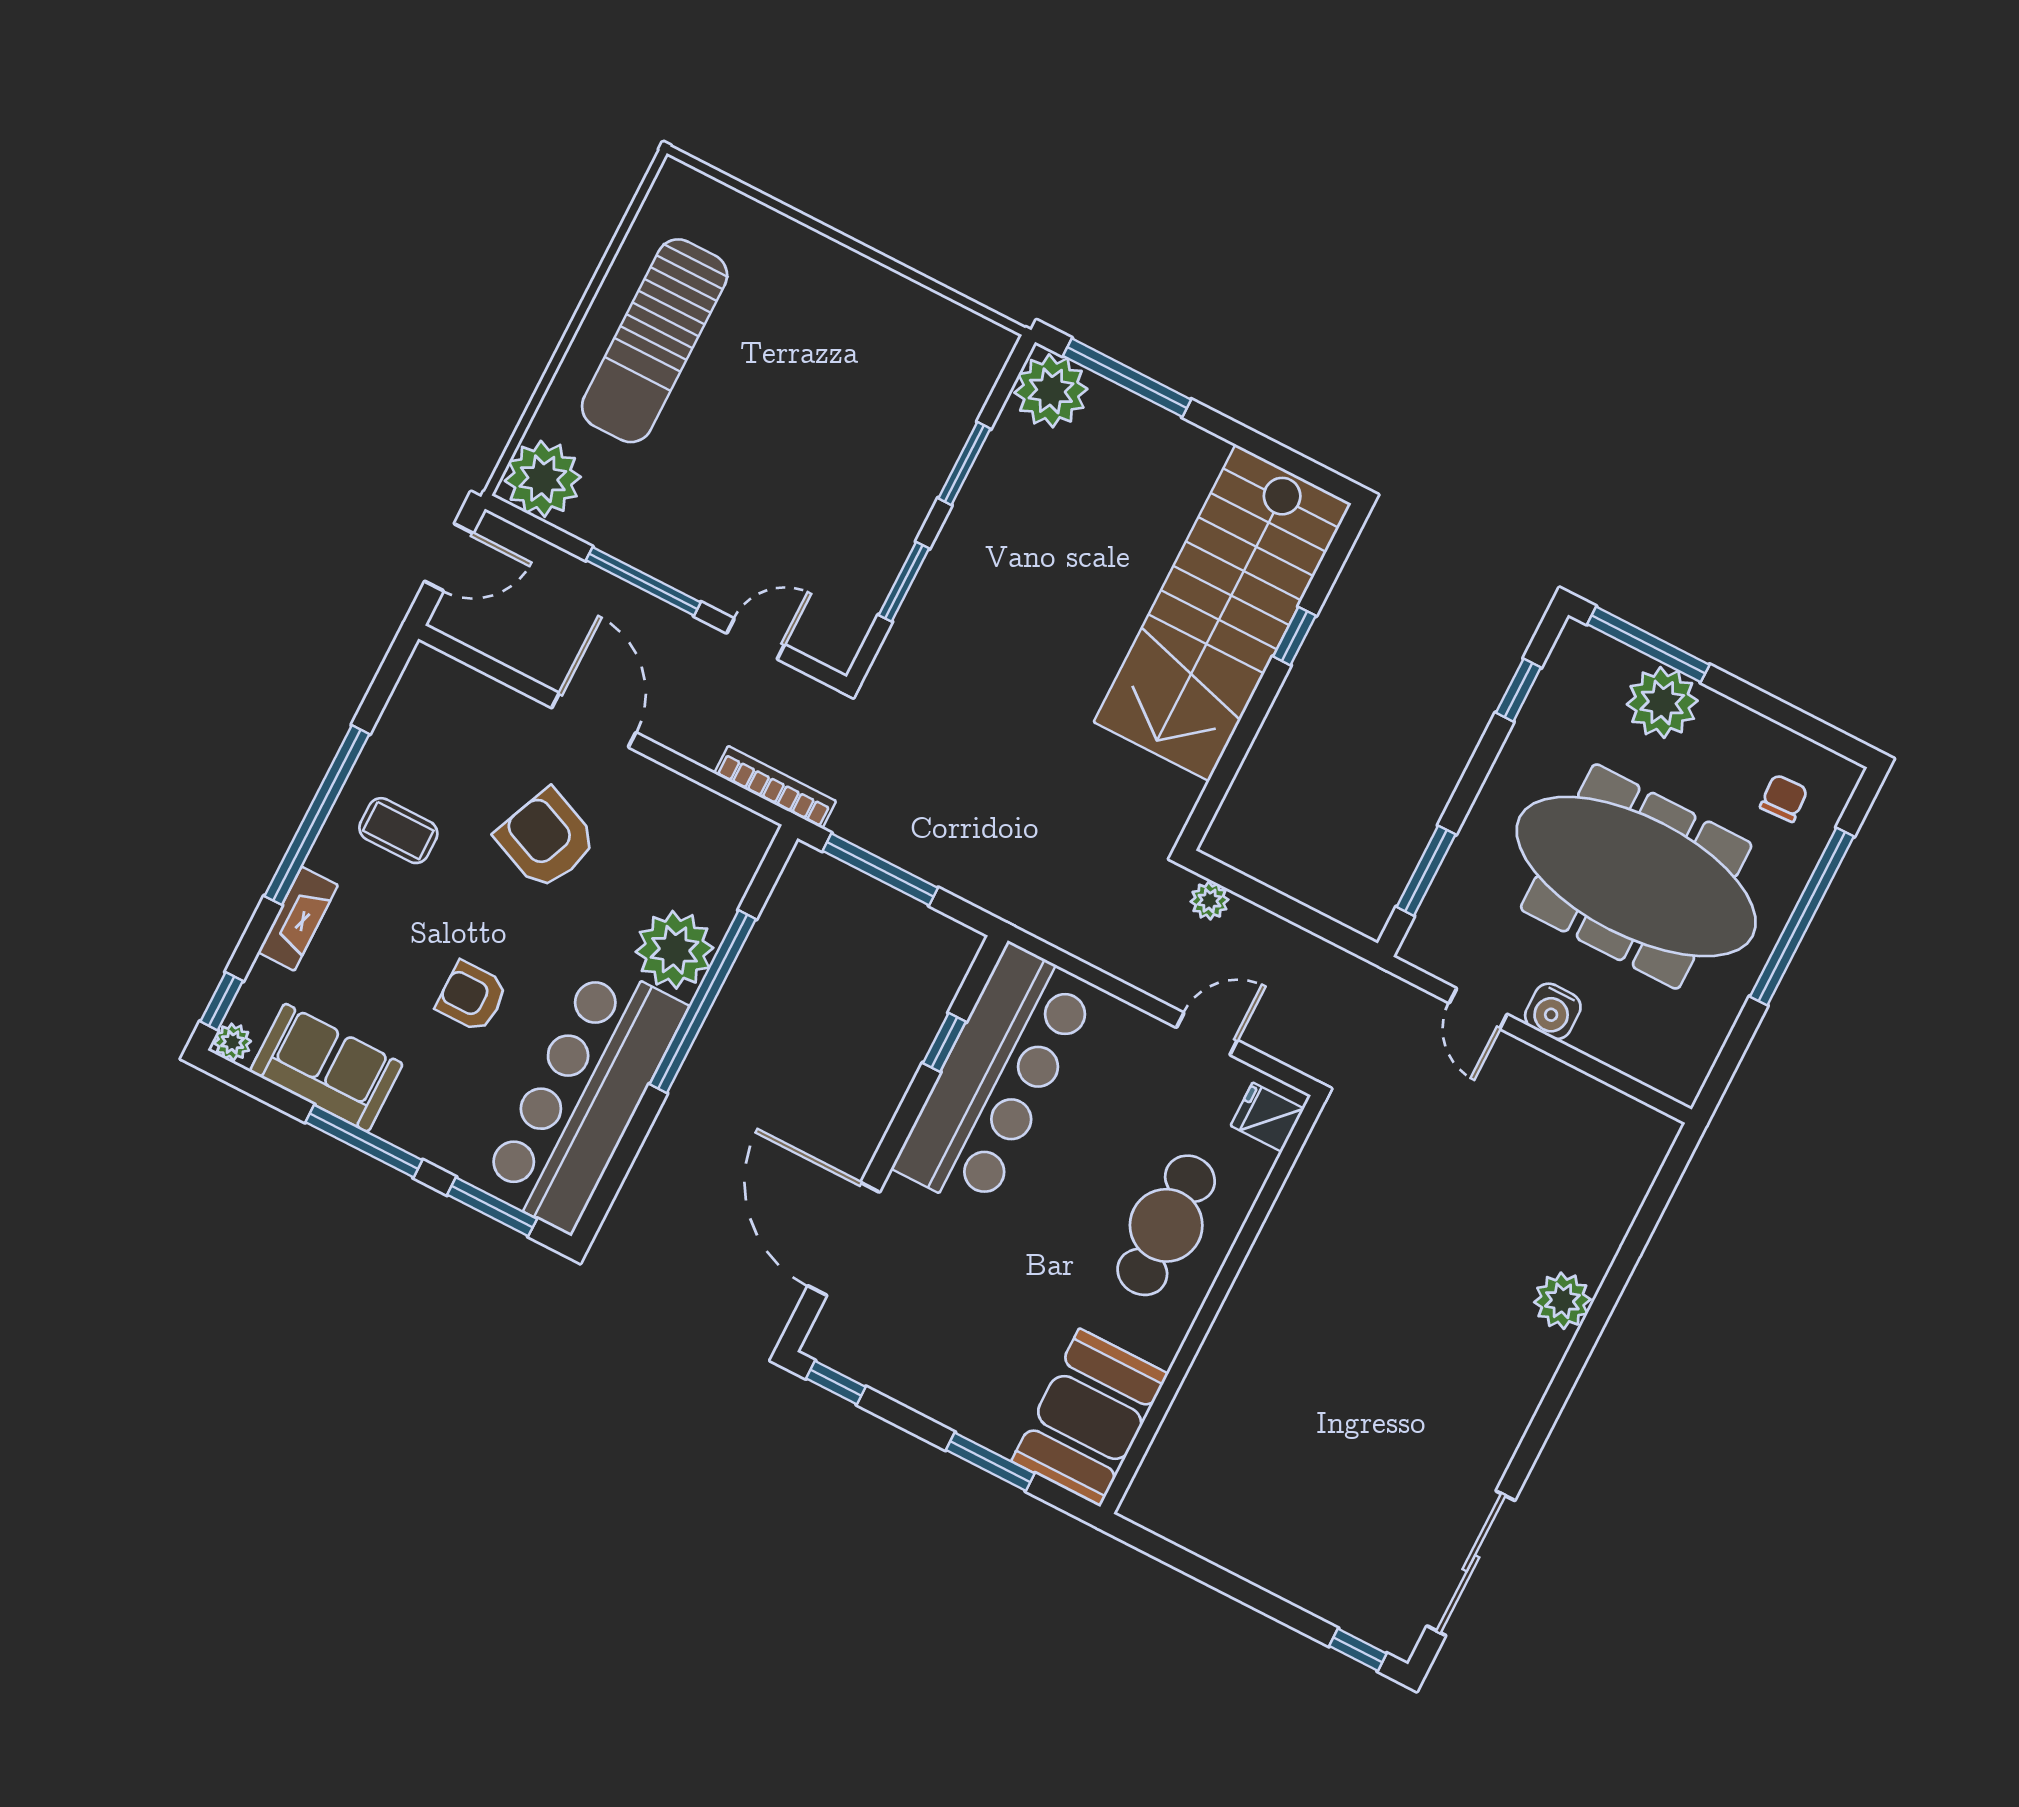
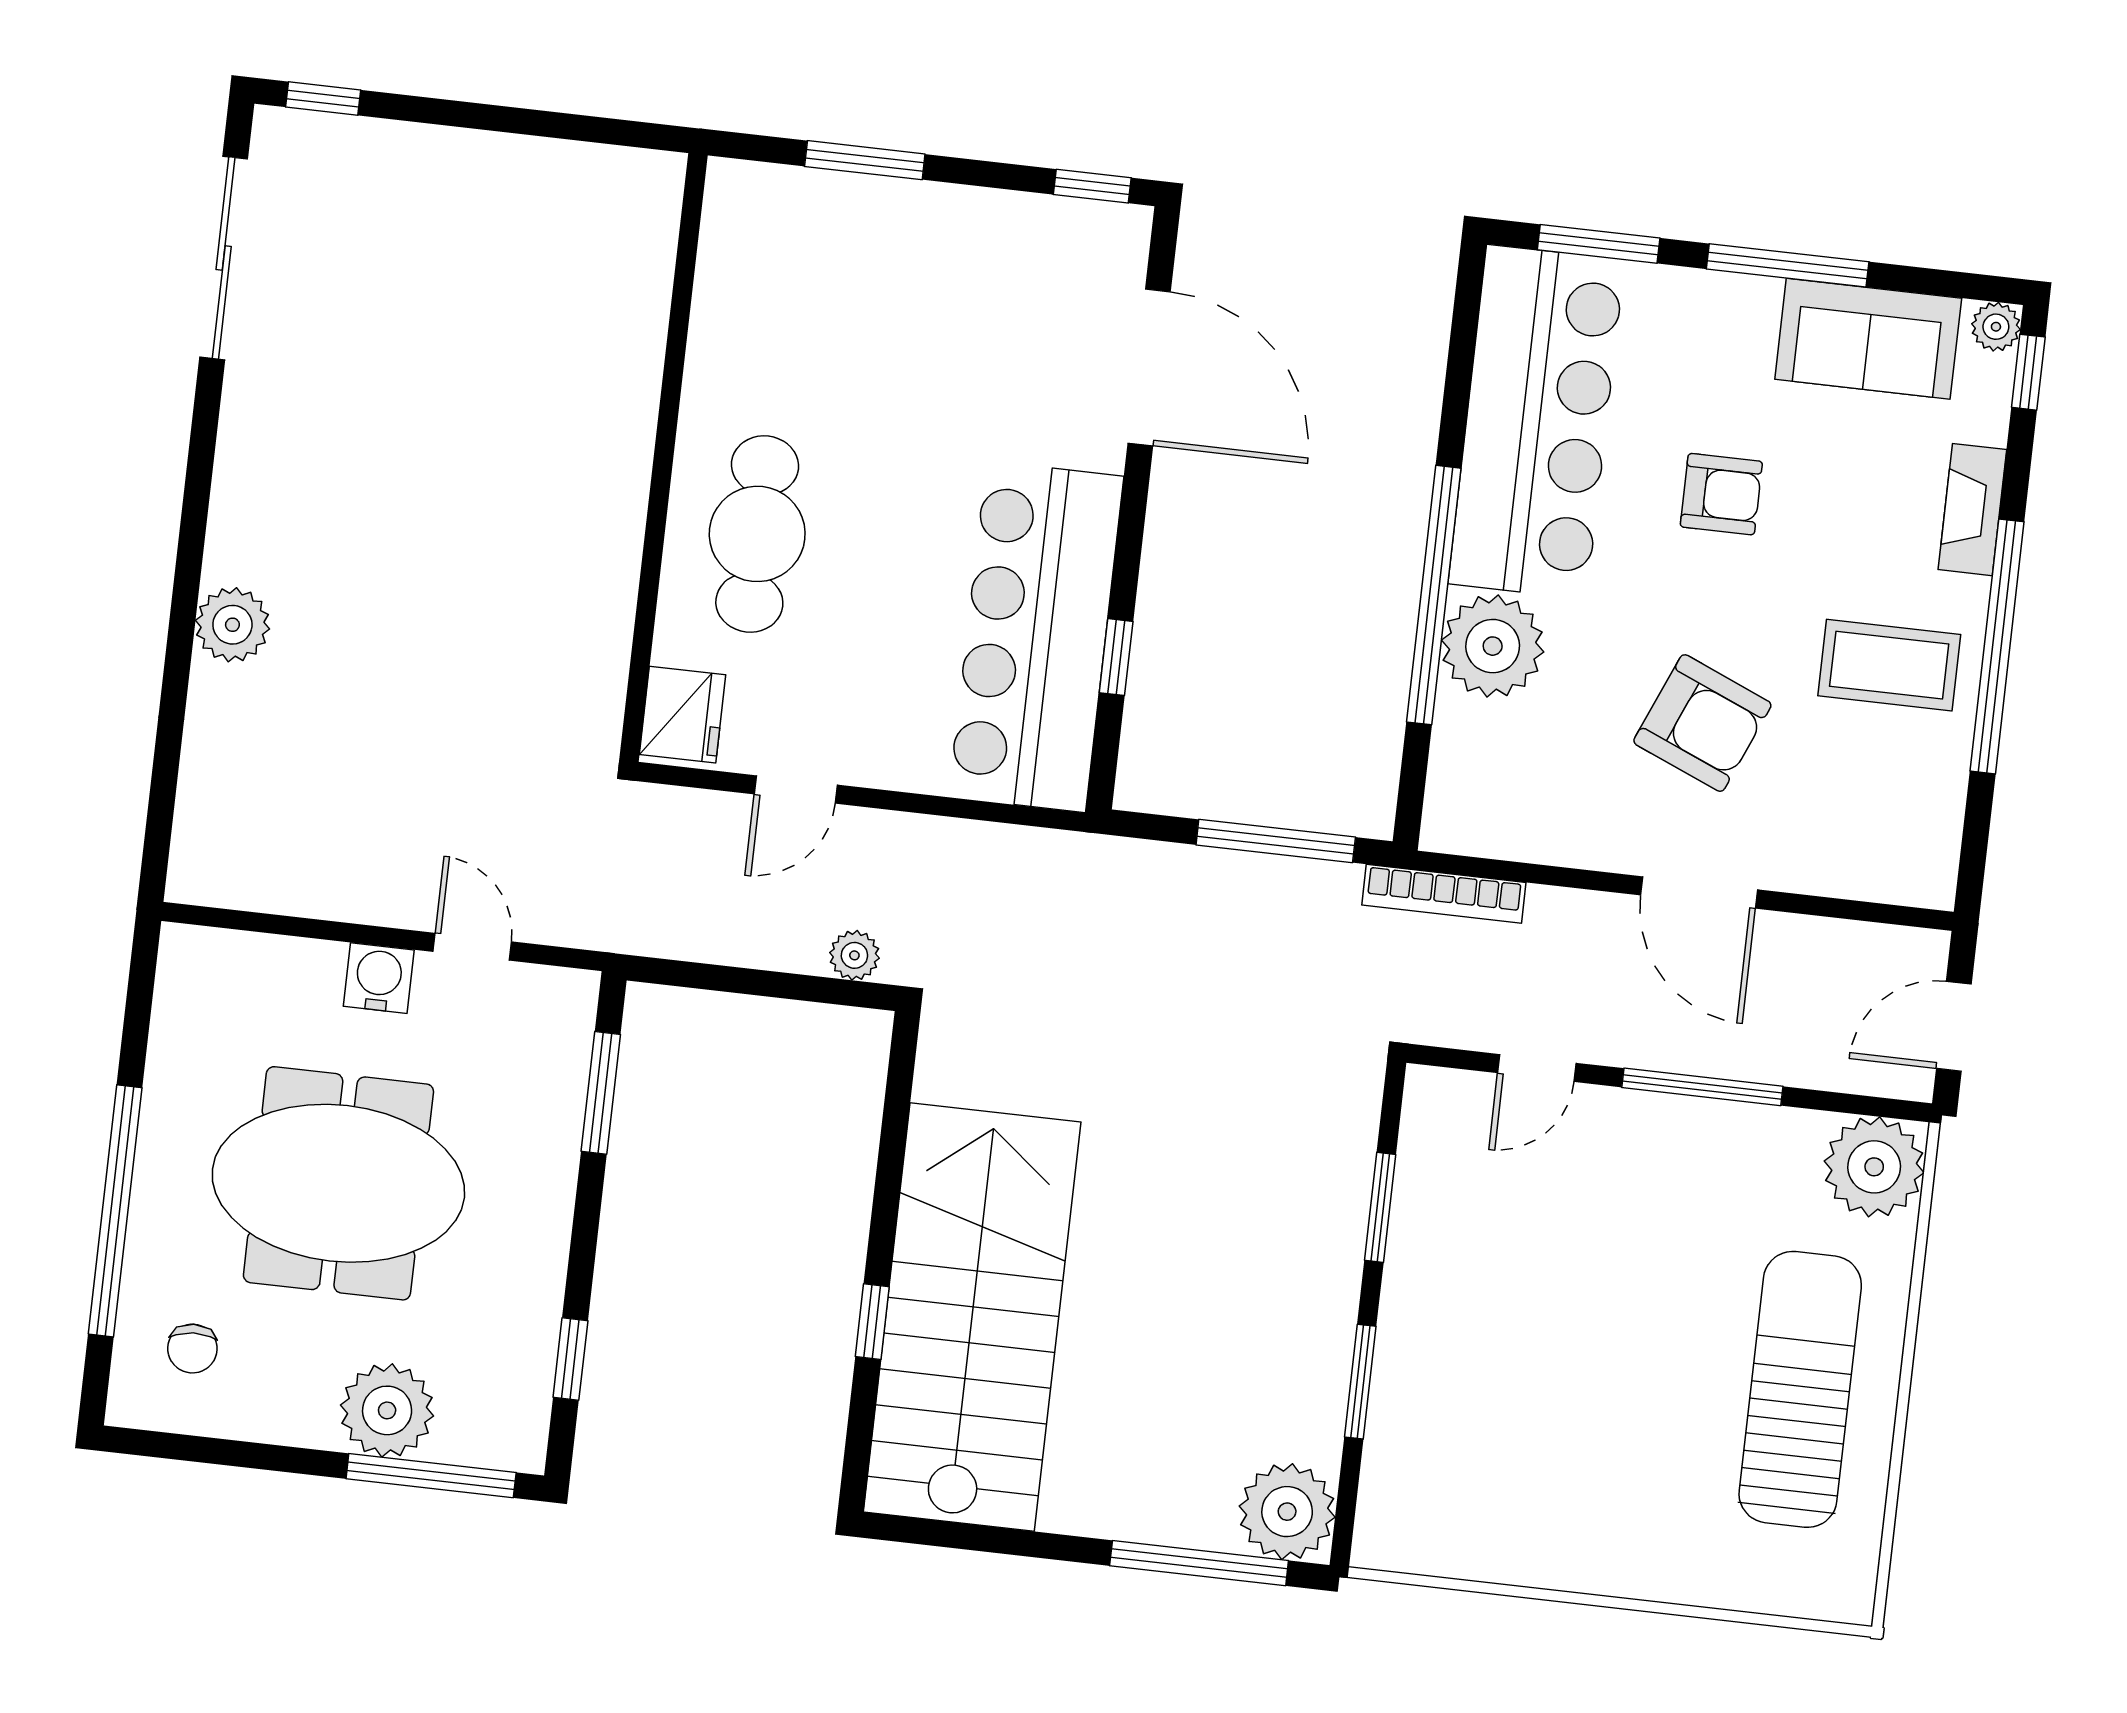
coffee table: (398, 831) -> (1889, 665), width x1.36, depth x1.30
meeting table: (1636, 876) -> (338, 1183), width x0.73
fridge: (1267, 1117) -> (682, 715), width x1.38
booth: (1090, 1417) -> (762, 261), removed

